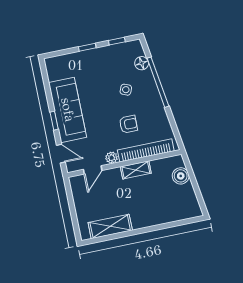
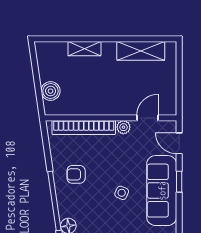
side table: (126, 90) -> (122, 193), moved
armchair: (128, 124) -> (76, 174), moved
shelving: (136, 170) -> (84, 49), moved

